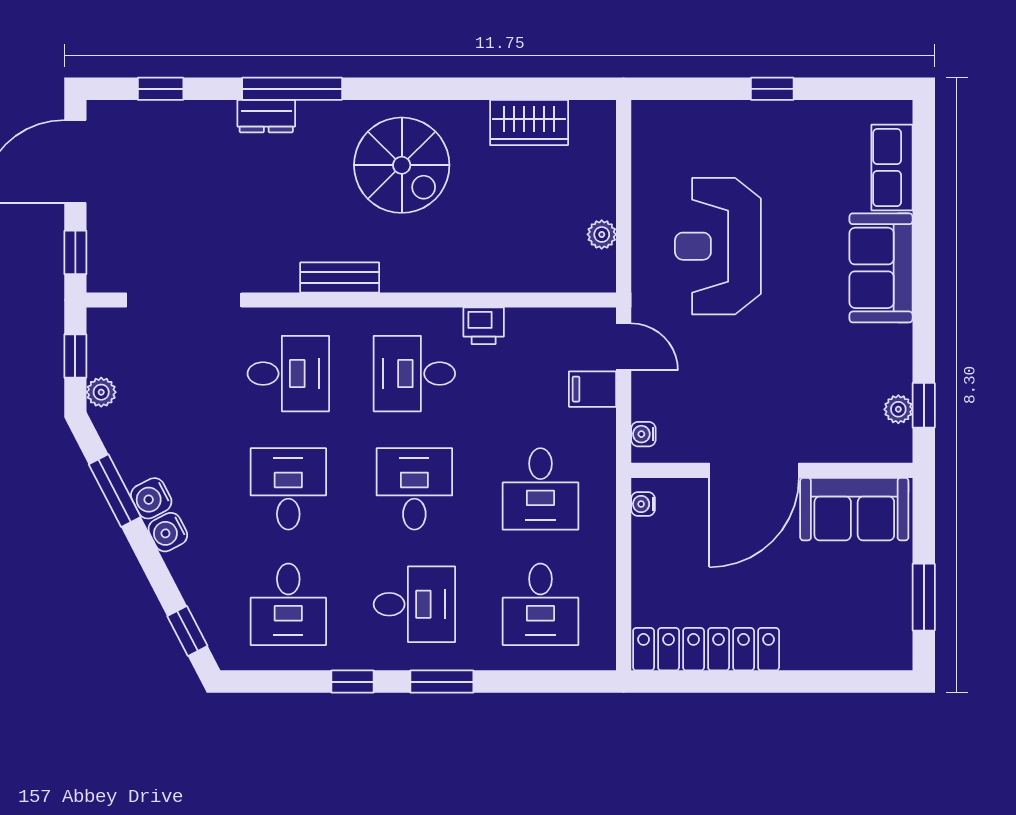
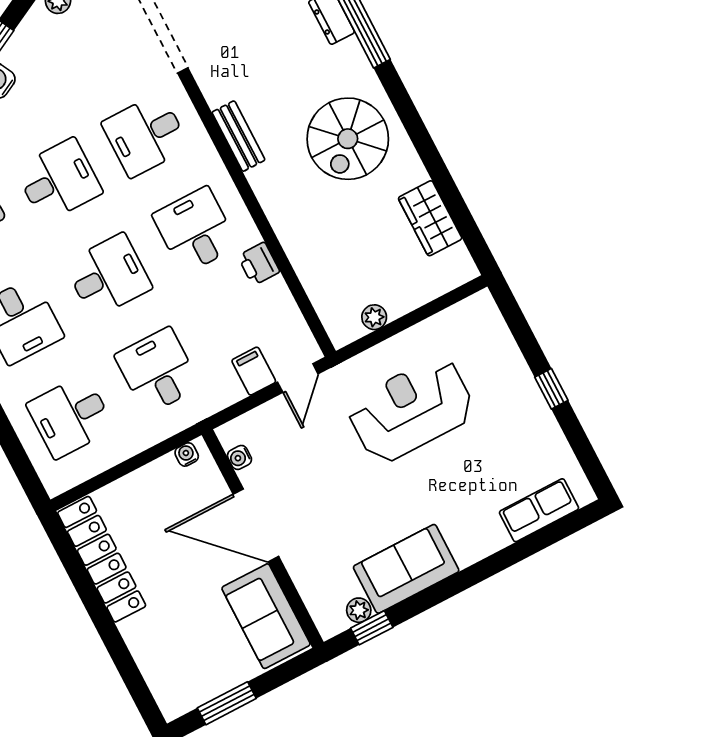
sofa: (881, 268) -> (406, 569), moved
desk: (288, 374) -> (146, 135), turned 90
water cooler: (643, 434) -> (239, 457), moved, turned -90
desk: (540, 489) -> (158, 371), turned 90

